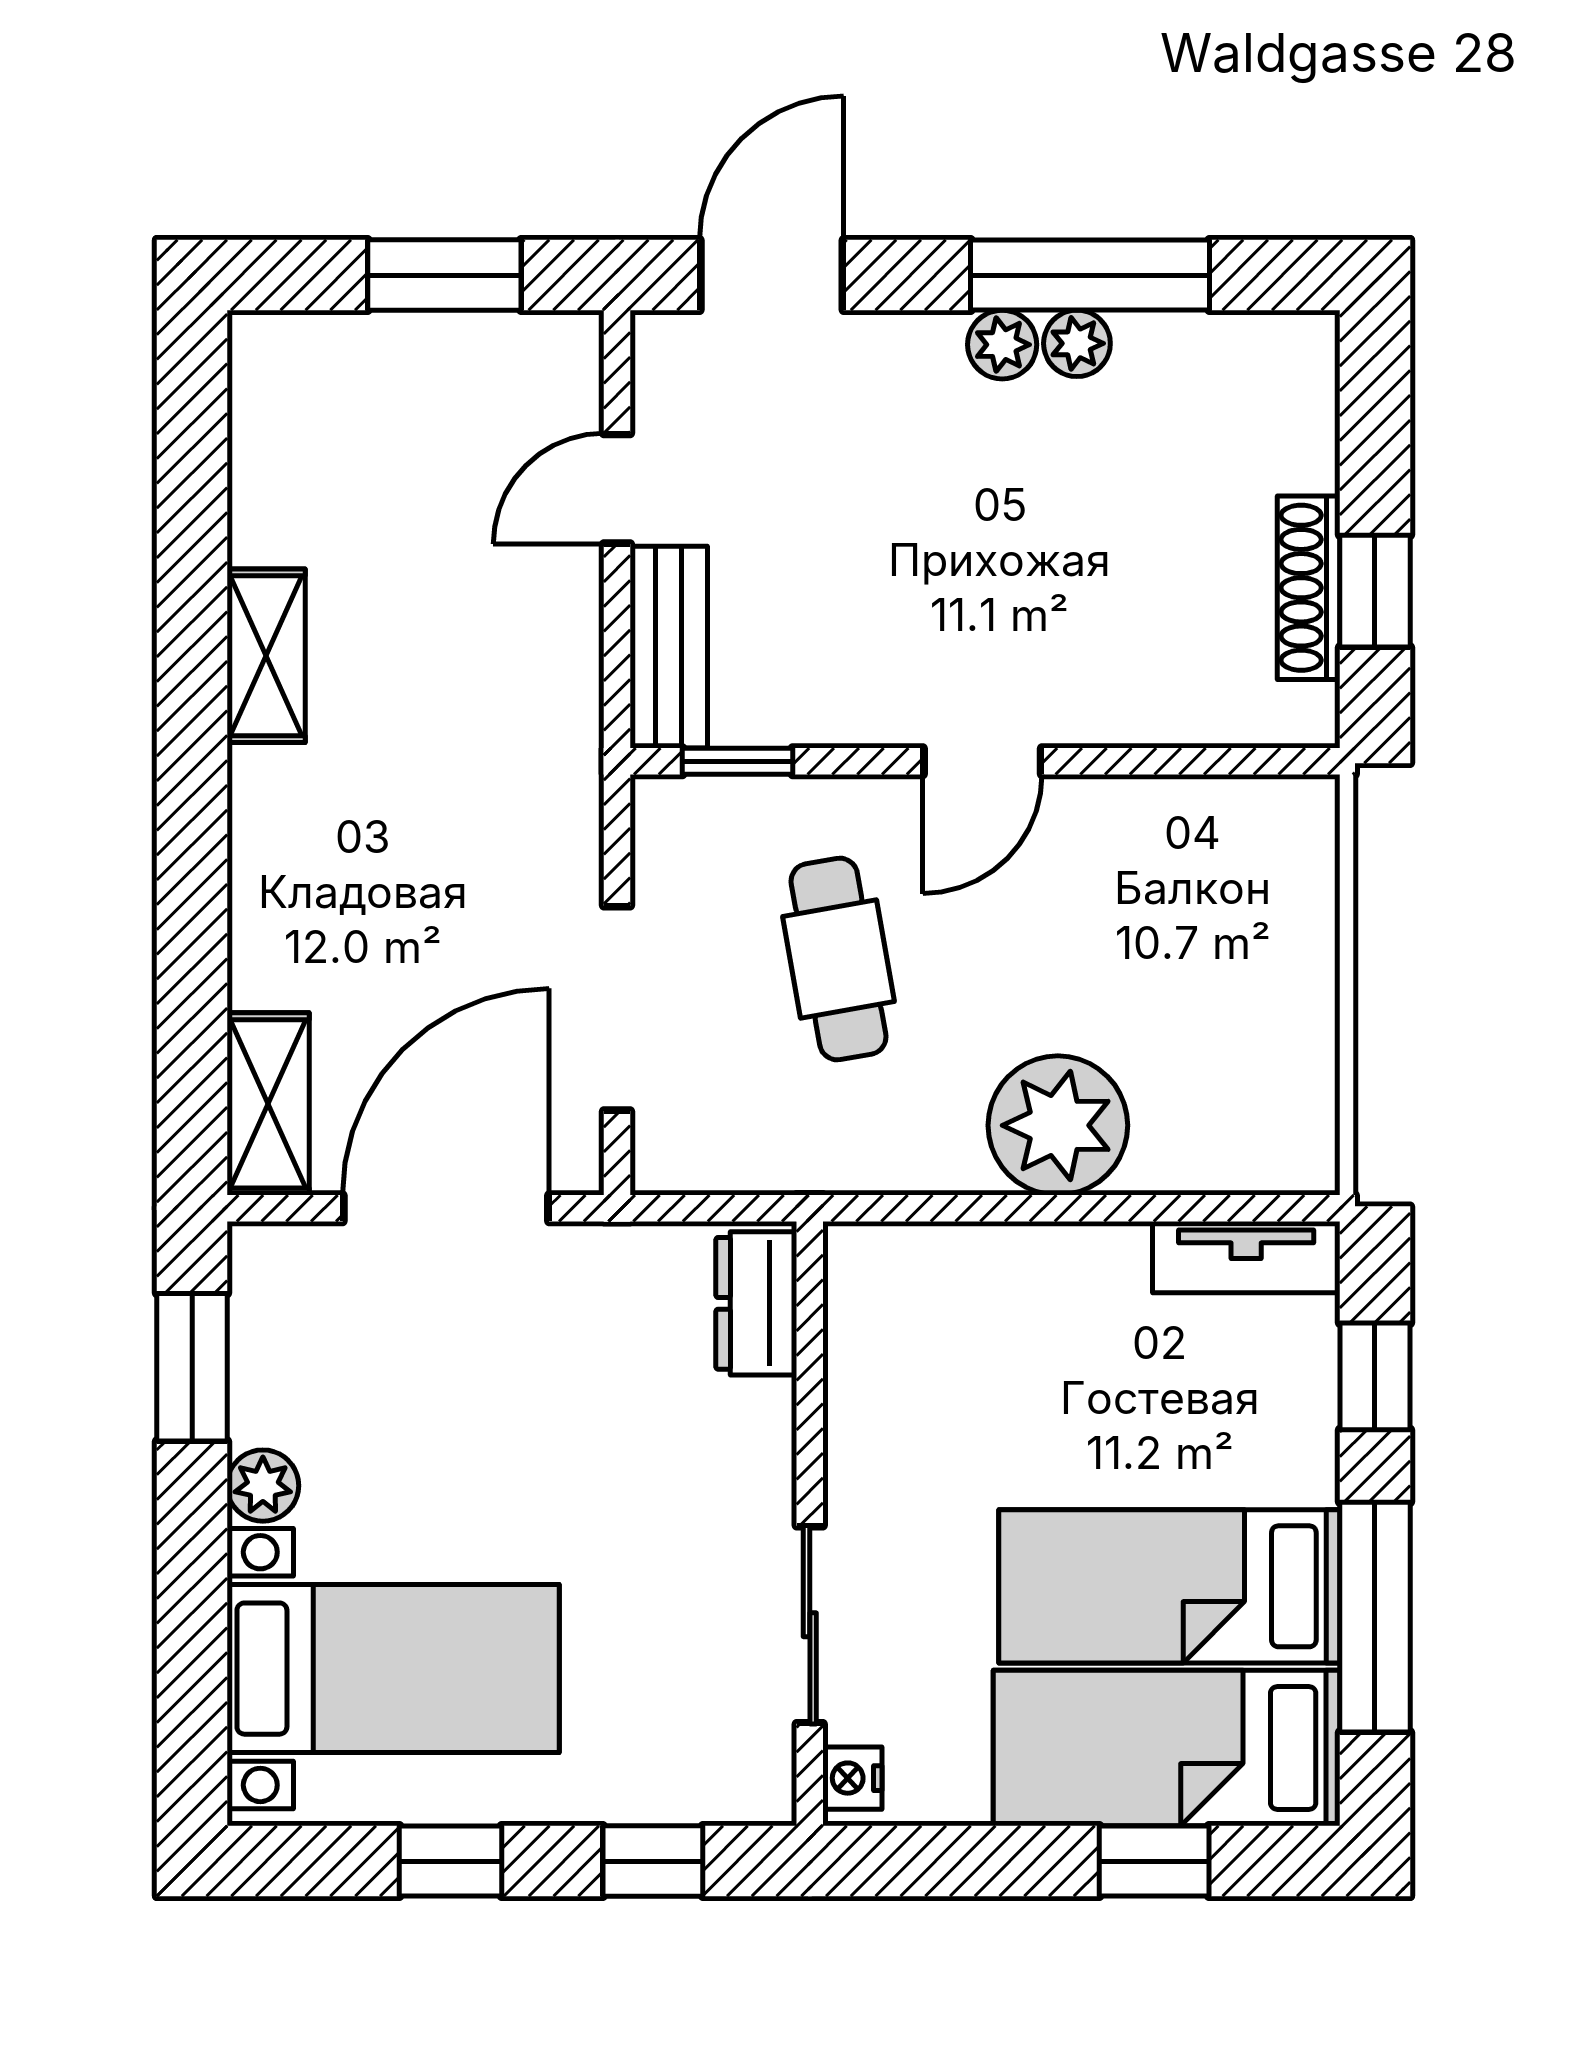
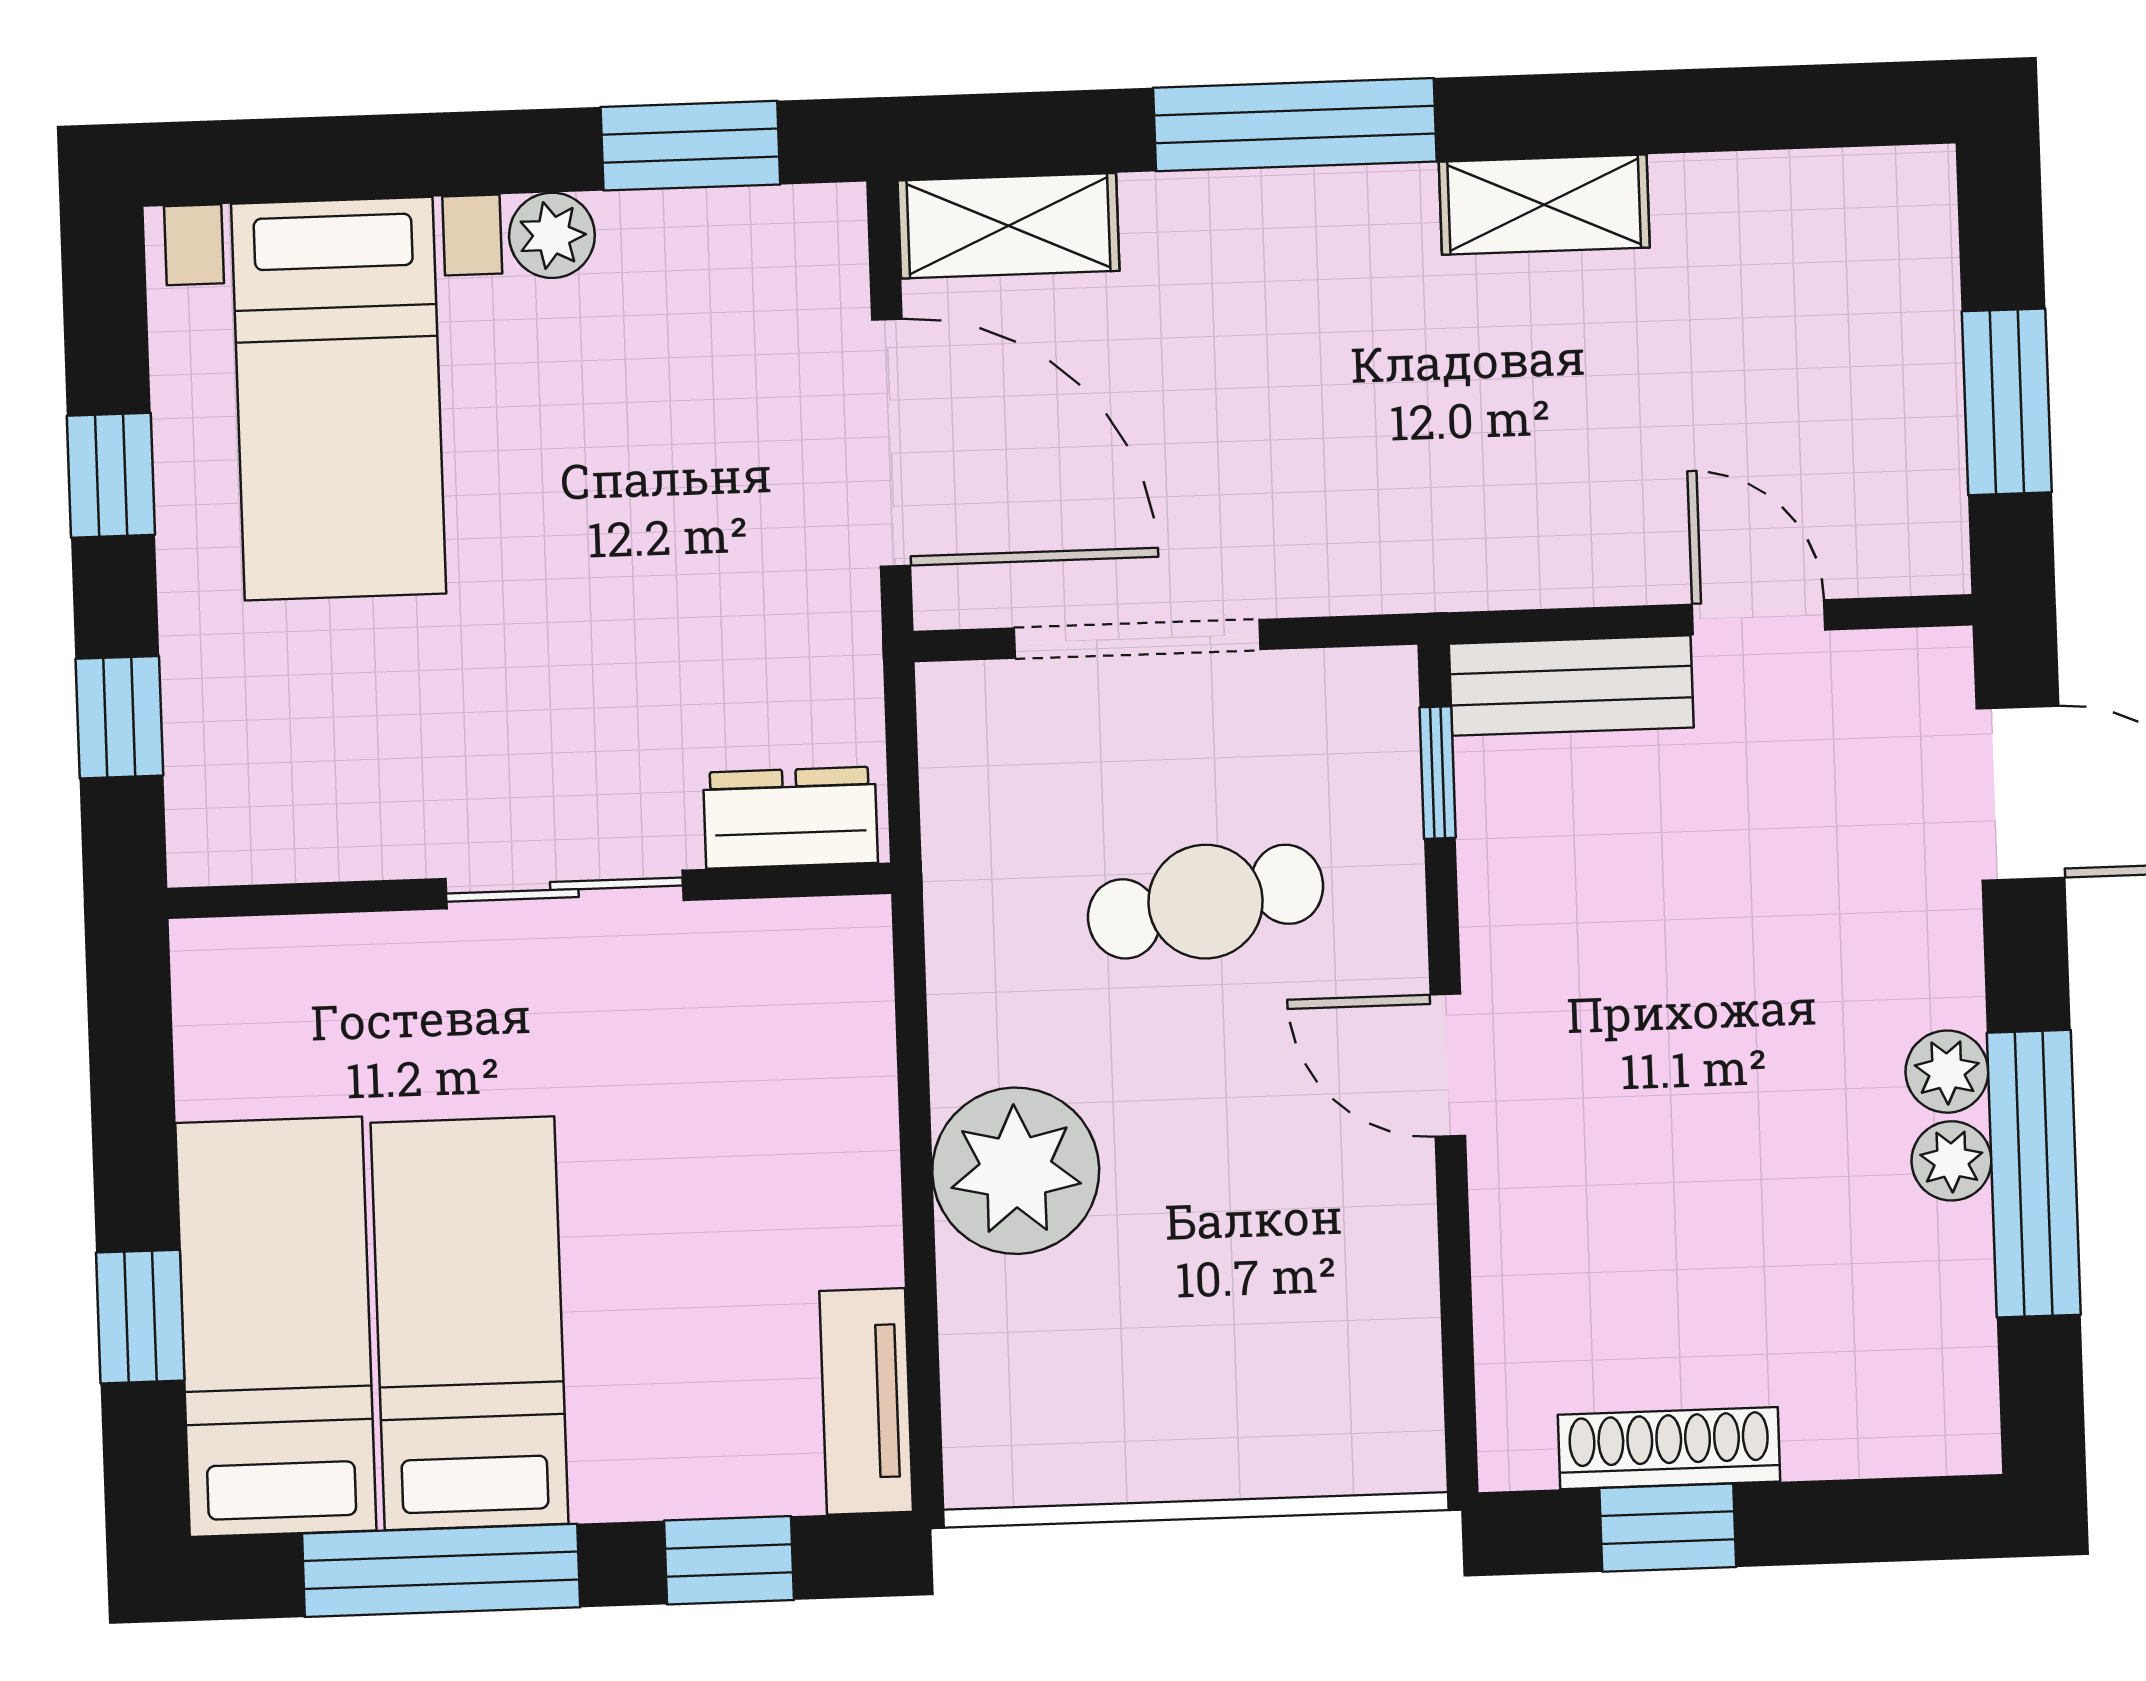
window: (192, 862) -> (1295, 125), added
sliding door: (810, 1625) -> (564, 890), moved
nightstand: (852, 1778) -> (227, 952), removed

